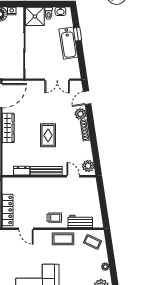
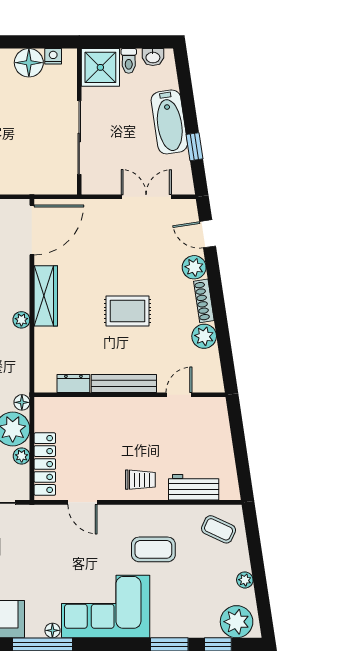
window: (78, 34) -> (195, 147), moved
double door: (57, 80) -> (146, 197), swing flipped
door: (87, 98) -> (208, 234), hinge flipped
rug: (48, 135) -> (128, 311), turned 90
plant: (88, 166) -> (204, 336), moved
door: (73, 176) -> (179, 395), hinge flipped
coffee table: (63, 239) -> (153, 549), moved

